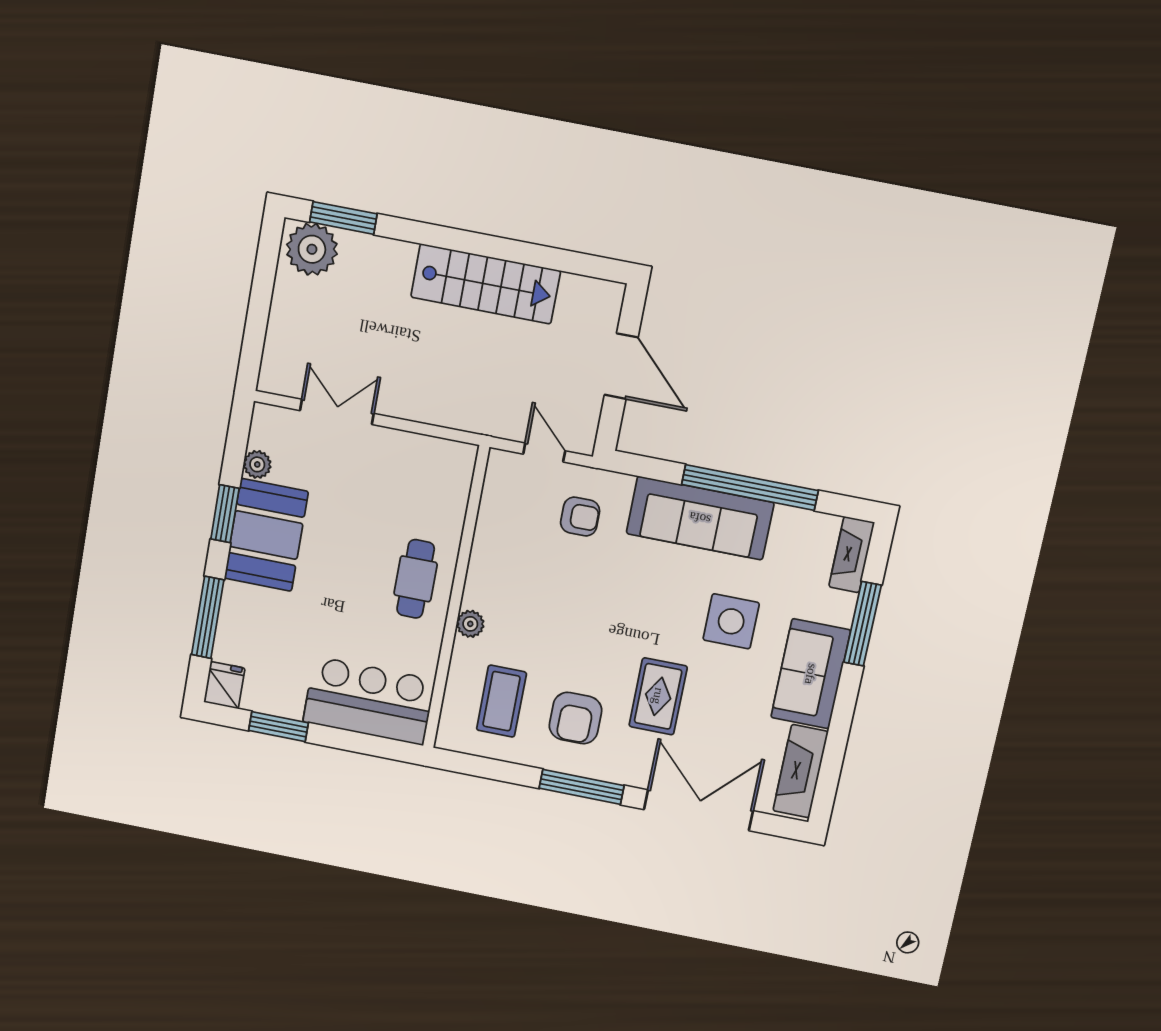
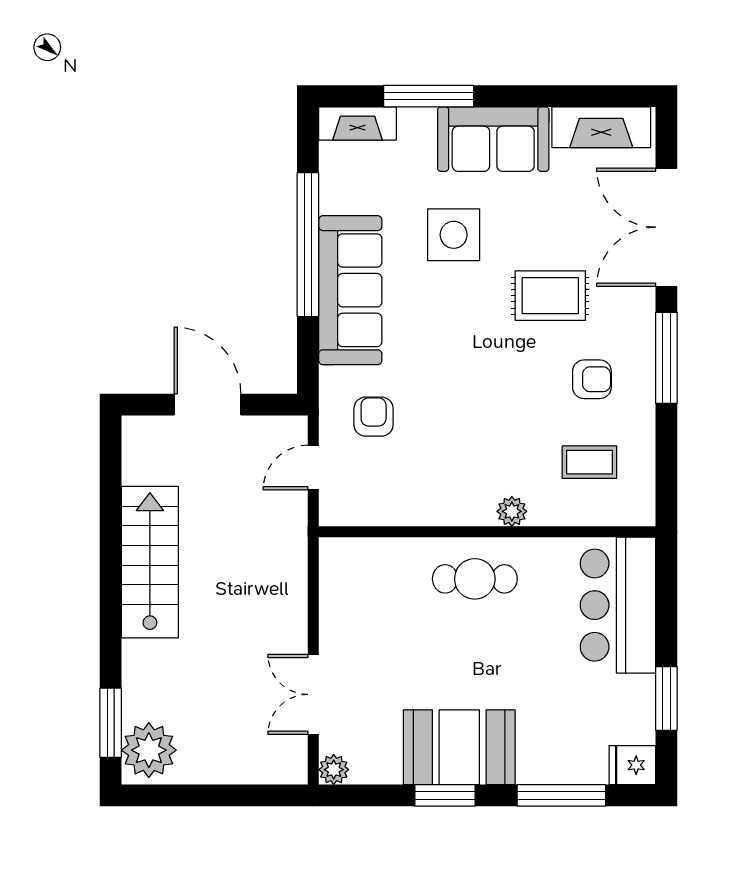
door: (621, 366) -> (208, 405), hinge flipped
plant: (257, 464) -> (334, 770), moved
coffee table: (501, 701) -> (589, 462), width x0.73, depth x0.77
armchair: (575, 718) -> (592, 379), width x0.72, depth x0.72

